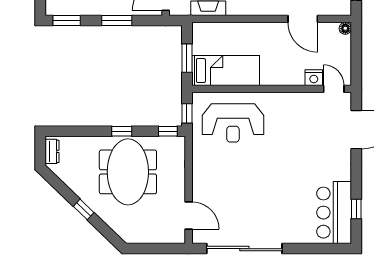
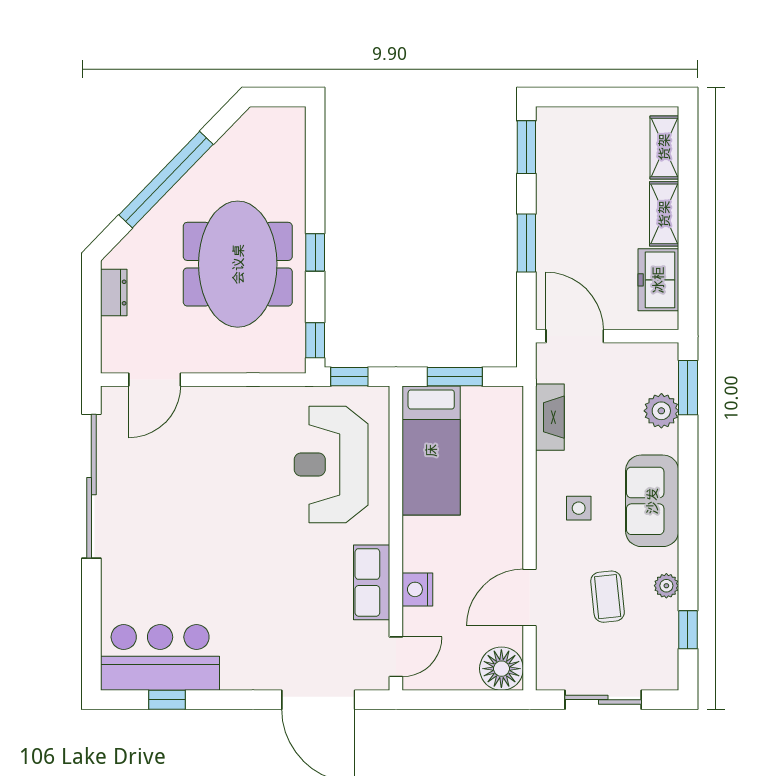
floor lamp: (345, 28) -> (501, 669), width x1.89, depth x1.89
nightstand: (314, 78) -> (417, 589), moved
row of seats: (295, 102) -> (372, 582), added
dresser: (52, 151) -> (114, 293), moved, turned -90
meeting table: (128, 172) -> (238, 264), turned 90
window: (84, 209) -> (166, 180), width x3.17

